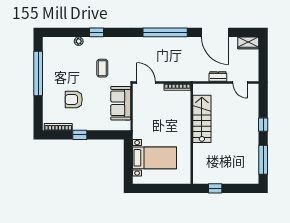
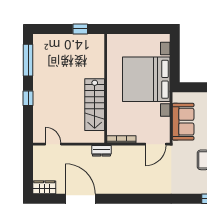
window: (165, 32) -> (135, 199), removed
dresser: (218, 76) -> (101, 151), moved
door: (146, 83) -> (156, 144), hinge flipped
bed with nightstands: (155, 158) -> (146, 79), width x1.85

